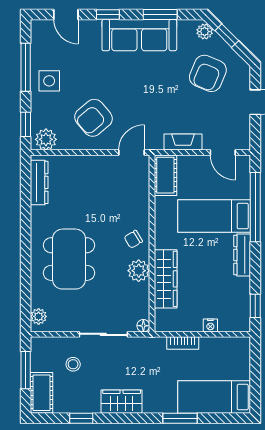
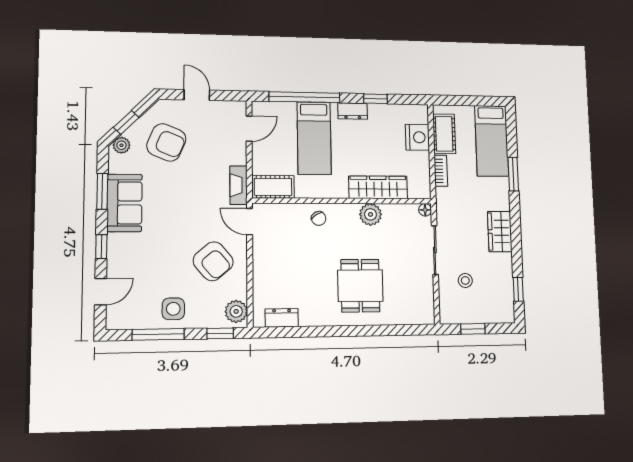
sofa: (139, 35) -> (125, 203), width x0.73
fireplace: (183, 142) -> (238, 185), moved
dresser: (39, 182) -> (282, 318), width x0.70
chair: (133, 239) -> (319, 218), moved
dresser: (242, 255) -> (353, 111), width x0.70
dining table: (69, 259) -> (360, 286), width x0.73
window: (255, 306) -> (375, 99), moved
plant: (39, 316) -> (419, 316), removed
nightstand: (210, 325) -> (417, 137), width x1.89, depth x1.79
window: (26, 370) -> (473, 329), width x0.67
cot: (42, 393) -> (444, 134), moved, turned 90
window: (81, 418) -> (518, 289), moved

